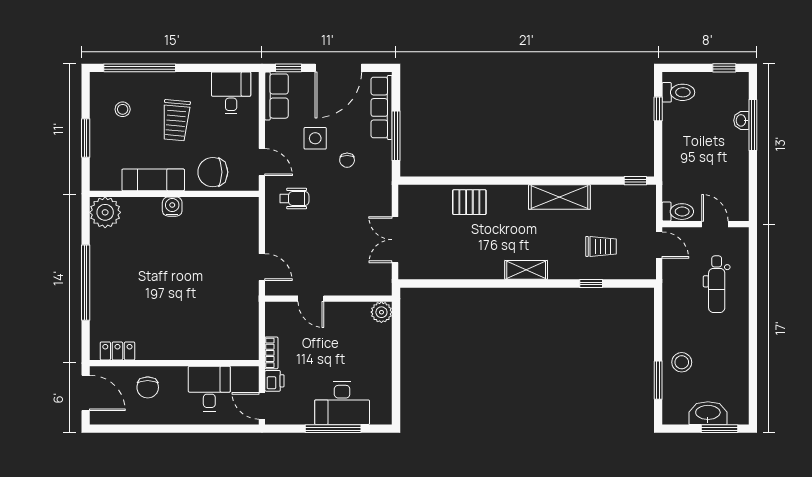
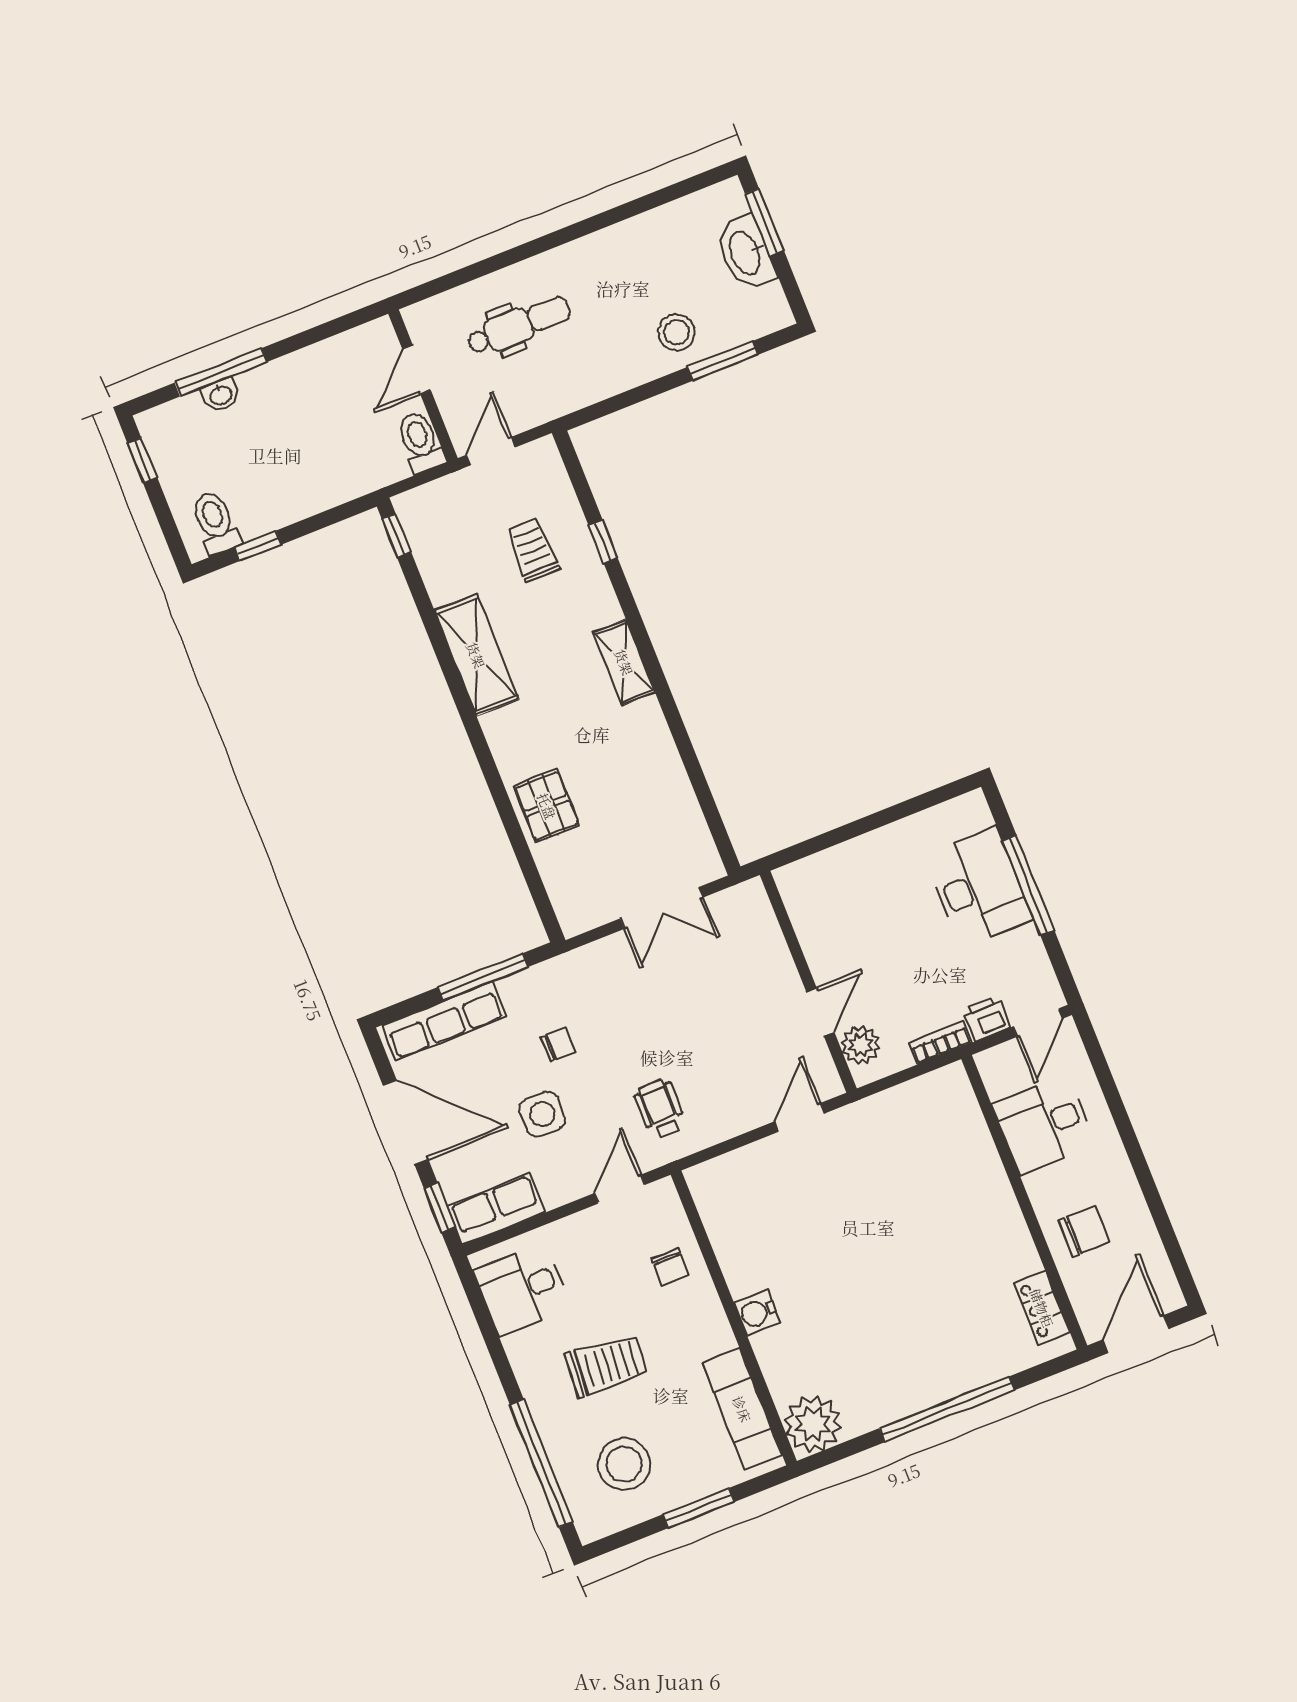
stool: (123, 109) -> (624, 1464), width x1.89, depth x1.89
chair: (213, 172) -> (670, 1267), width x0.54, depth x0.54
exam couch: (153, 180) -> (742, 1409), moved
plant: (381, 312) -> (860, 1045), moved

